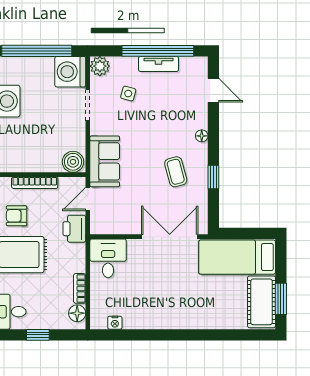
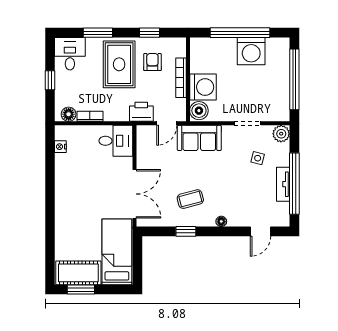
washing machine: (70, 72) -> (203, 87), moved, turned 90
door: (88, 199) -> (167, 123), swing flipped

